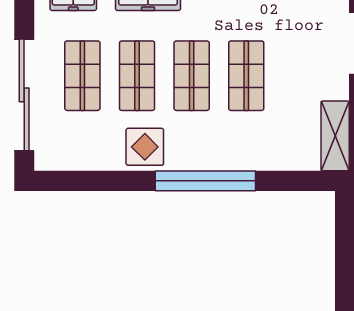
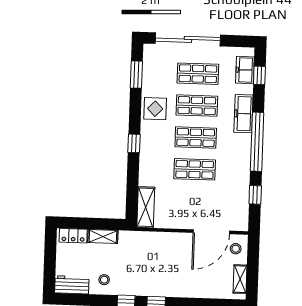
shelving: (335, 136) -> (146, 207), moved, turned 90
window: (88, 181) -> (136, 75), added
window: (205, 181) -> (134, 143), width x0.32

